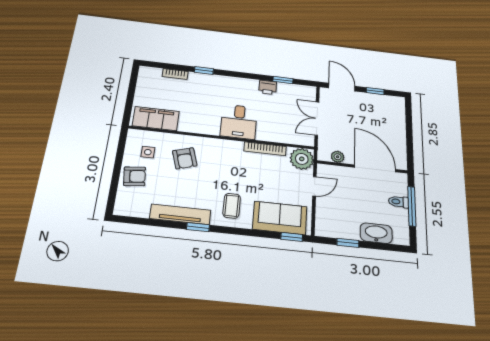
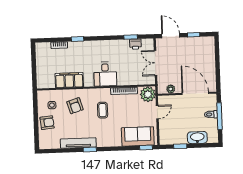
printer: (268, 87) -> (135, 44), moved
filing cabinet: (156, 119) -> (69, 80), moved
coffee table: (232, 206) -> (103, 110), moved

